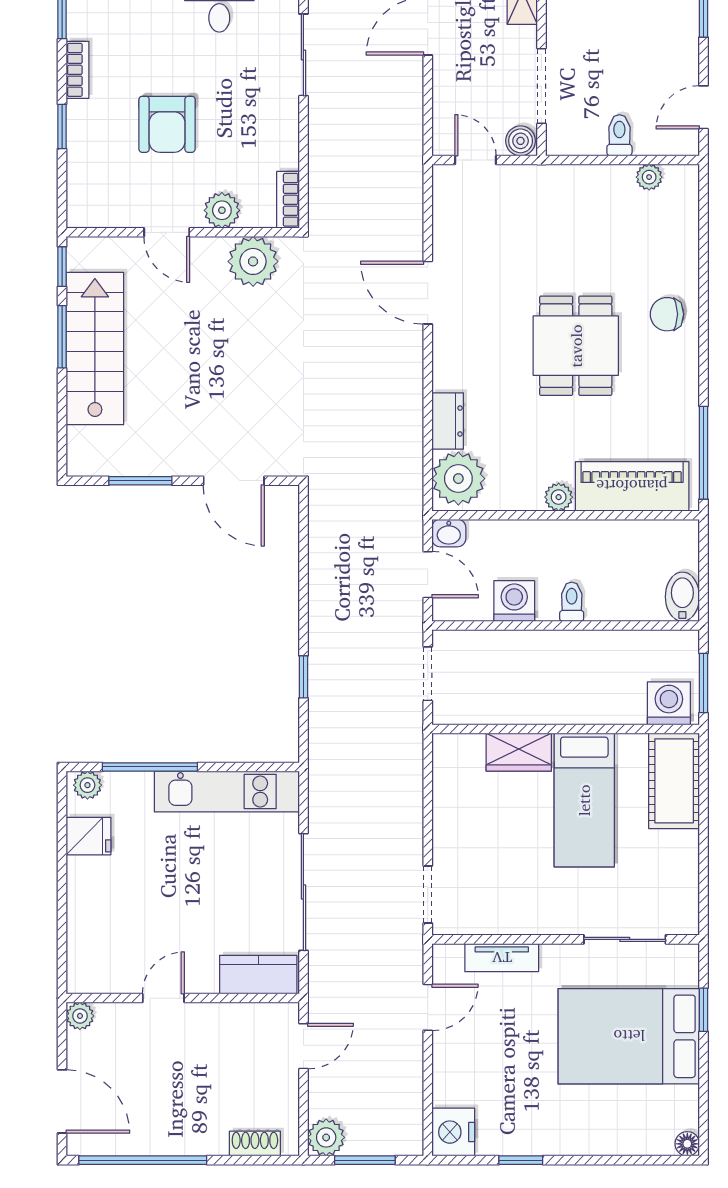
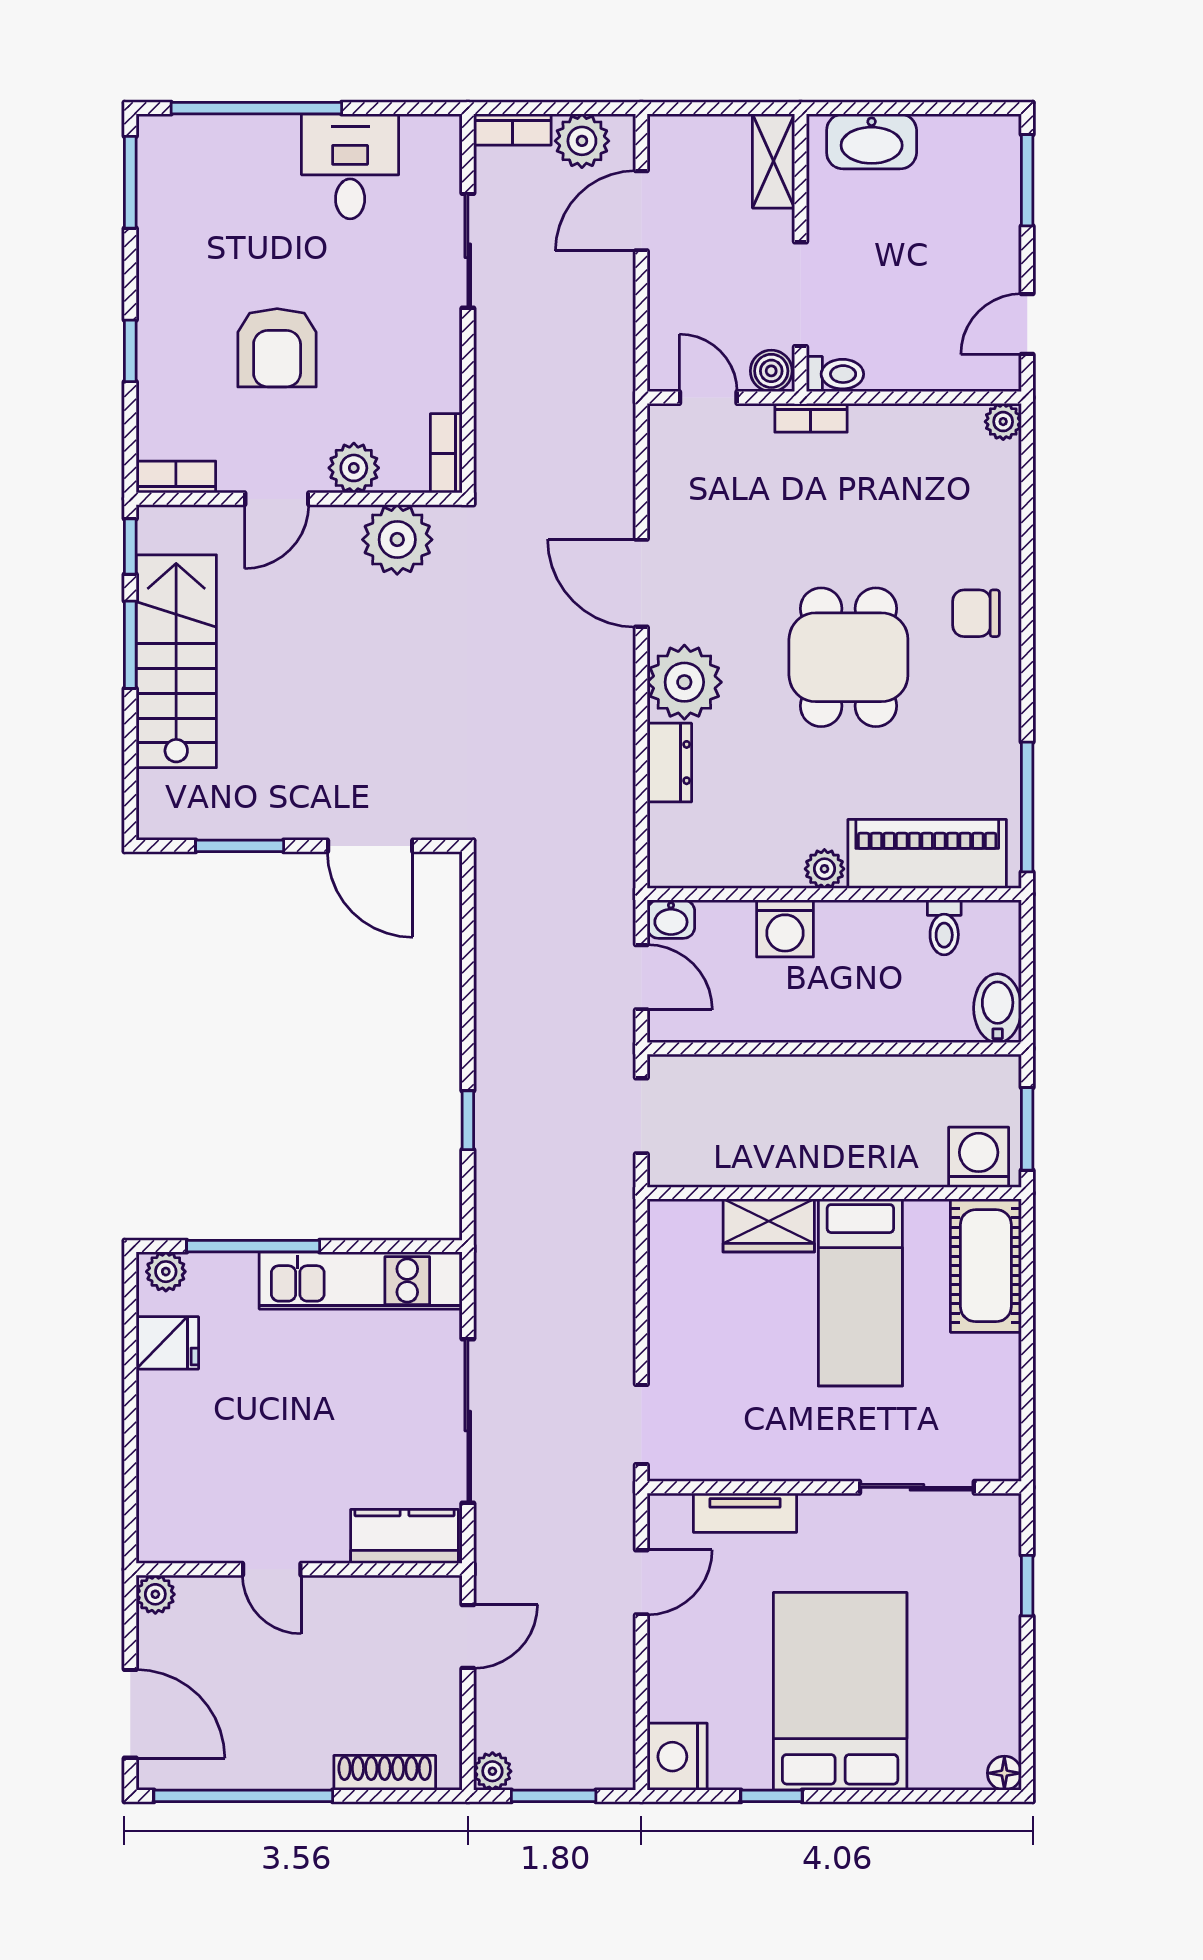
bookcase: (78, 70) -> (176, 477), moved, turned -90
toilet: (619, 135) -> (835, 374), moved, turned 90
bookcase: (549, 174) -> (811, 418), added
plant: (649, 177) -> (1003, 422), moved
door: (167, 232) -> (277, 499), hinge flipped
plant: (458, 479) -> (684, 682), moved
washing machine: (514, 601) -> (785, 928), moved, turned 180
toilet: (572, 602) -> (944, 927), moved, turned 180
door: (163, 998) -> (272, 1569), swing flipped
bed: (629, 1036) -> (840, 1691), moved, turned 90
plant: (326, 1137) -> (492, 1771), width x0.73, depth x0.73
shoe rack: (255, 1144) -> (385, 1773), width x1.43

